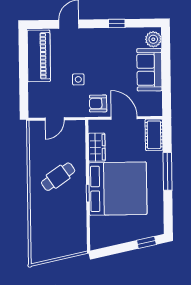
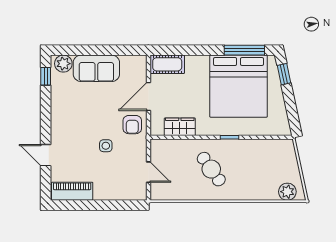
window: (117, 23) -> (46, 76), moved
piano: (39, 56) -> (72, 191), width x0.73, depth x0.75
window: (167, 171) -> (244, 50), moved
bed: (118, 189) -> (239, 86), moved, turned 180
plant: (38, 247) -> (287, 192), added

